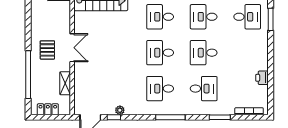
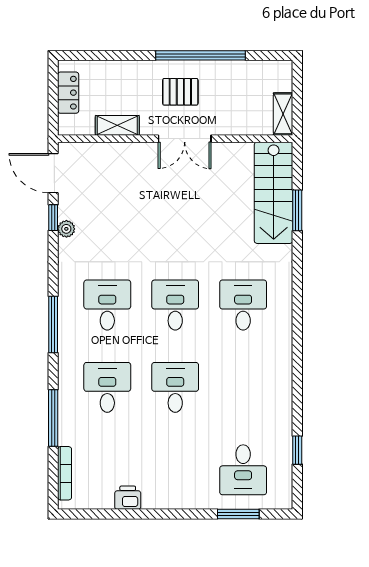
desk: (204, 17) -> (243, 387), removed
window: (28, 75) -> (201, 55), moved
desk: (204, 89) -> (107, 387), turned 180
window: (220, 117) -> (53, 418), width x1.44

